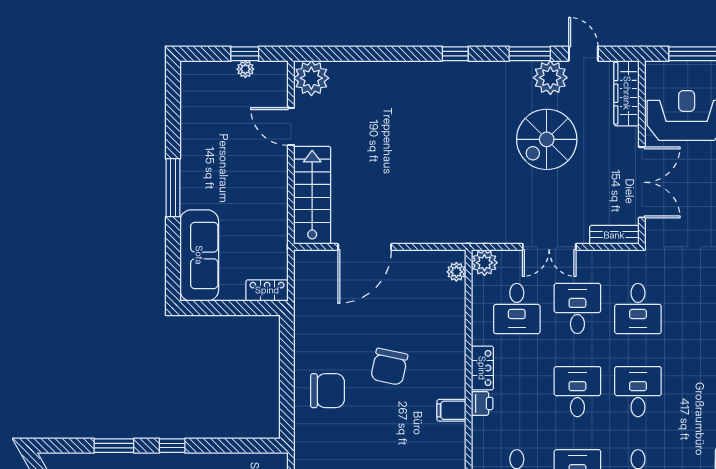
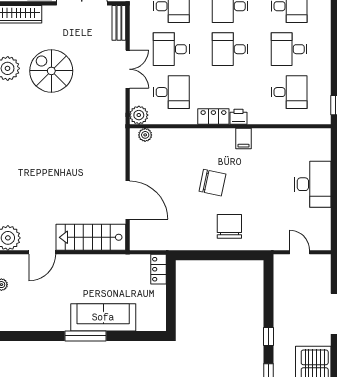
spiral stairs: (547, 139) -> (51, 71), turned 180
sofa: (199, 255) -> (103, 317), moved

